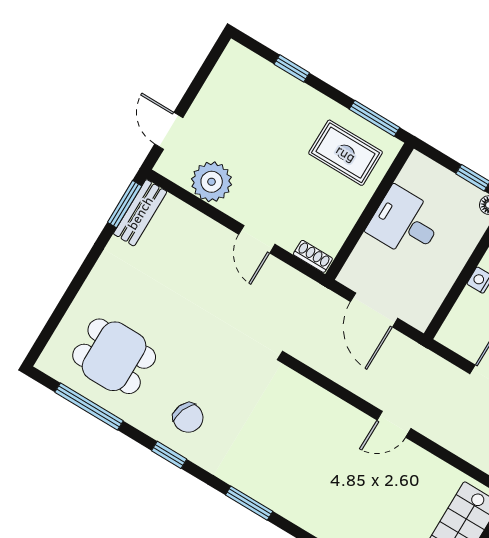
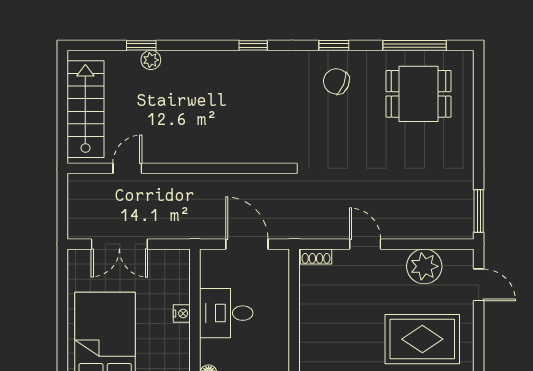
rug: (346, 153) -> (422, 339), moved, width x1.36, depth x1.43
bench: (140, 213) -> (463, 212), removed
desk: (405, 223) -> (226, 313), moved, turned 180
door: (394, 424) -> (127, 168), moved
window: (249, 503) -> (253, 45), width x0.67

